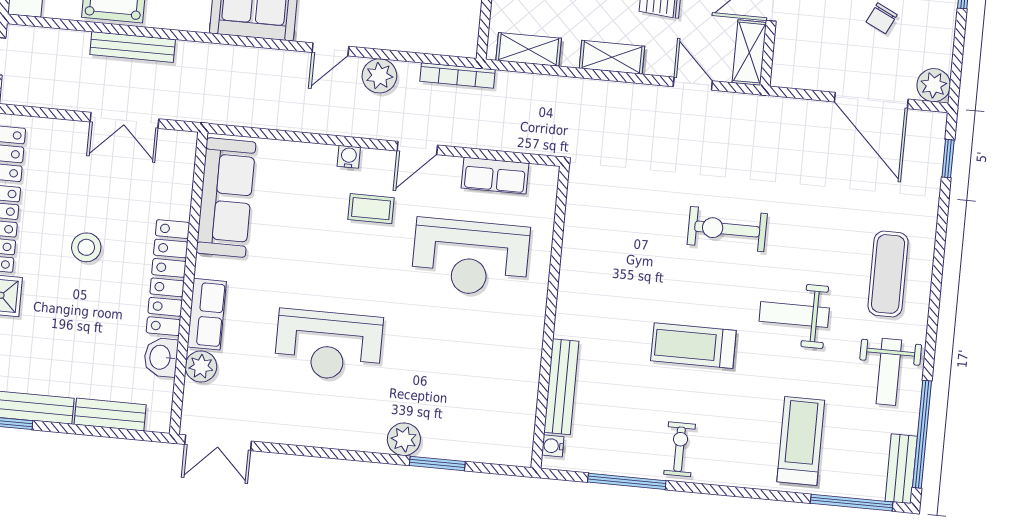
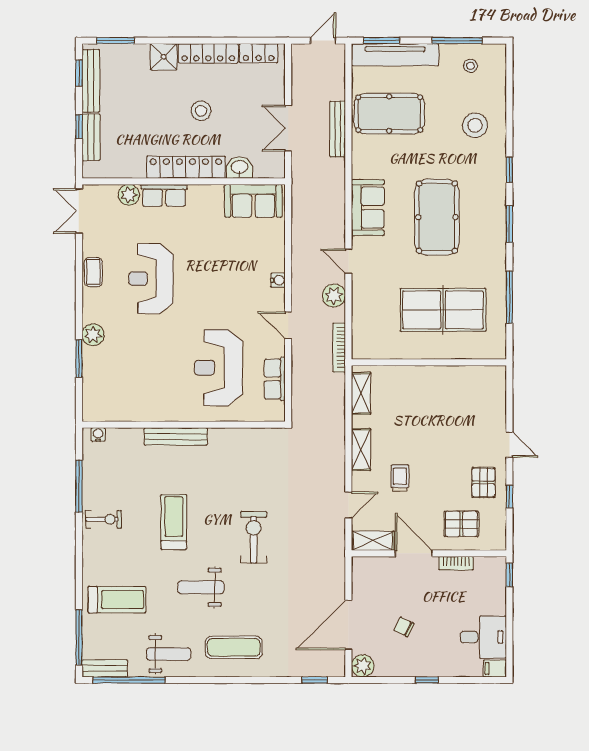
sofa: (226, 198) -> (253, 201), width x0.73
coffee table: (371, 209) -> (93, 272), moved
weight bench: (794, 315) -> (201, 587), turned -90
washbasin: (161, 357) -> (240, 168), moved
weight bench: (889, 372) -> (169, 654), turned 180
bench: (561, 387) -> (176, 436), moved
window: (93, 431) -> (79, 127), added

